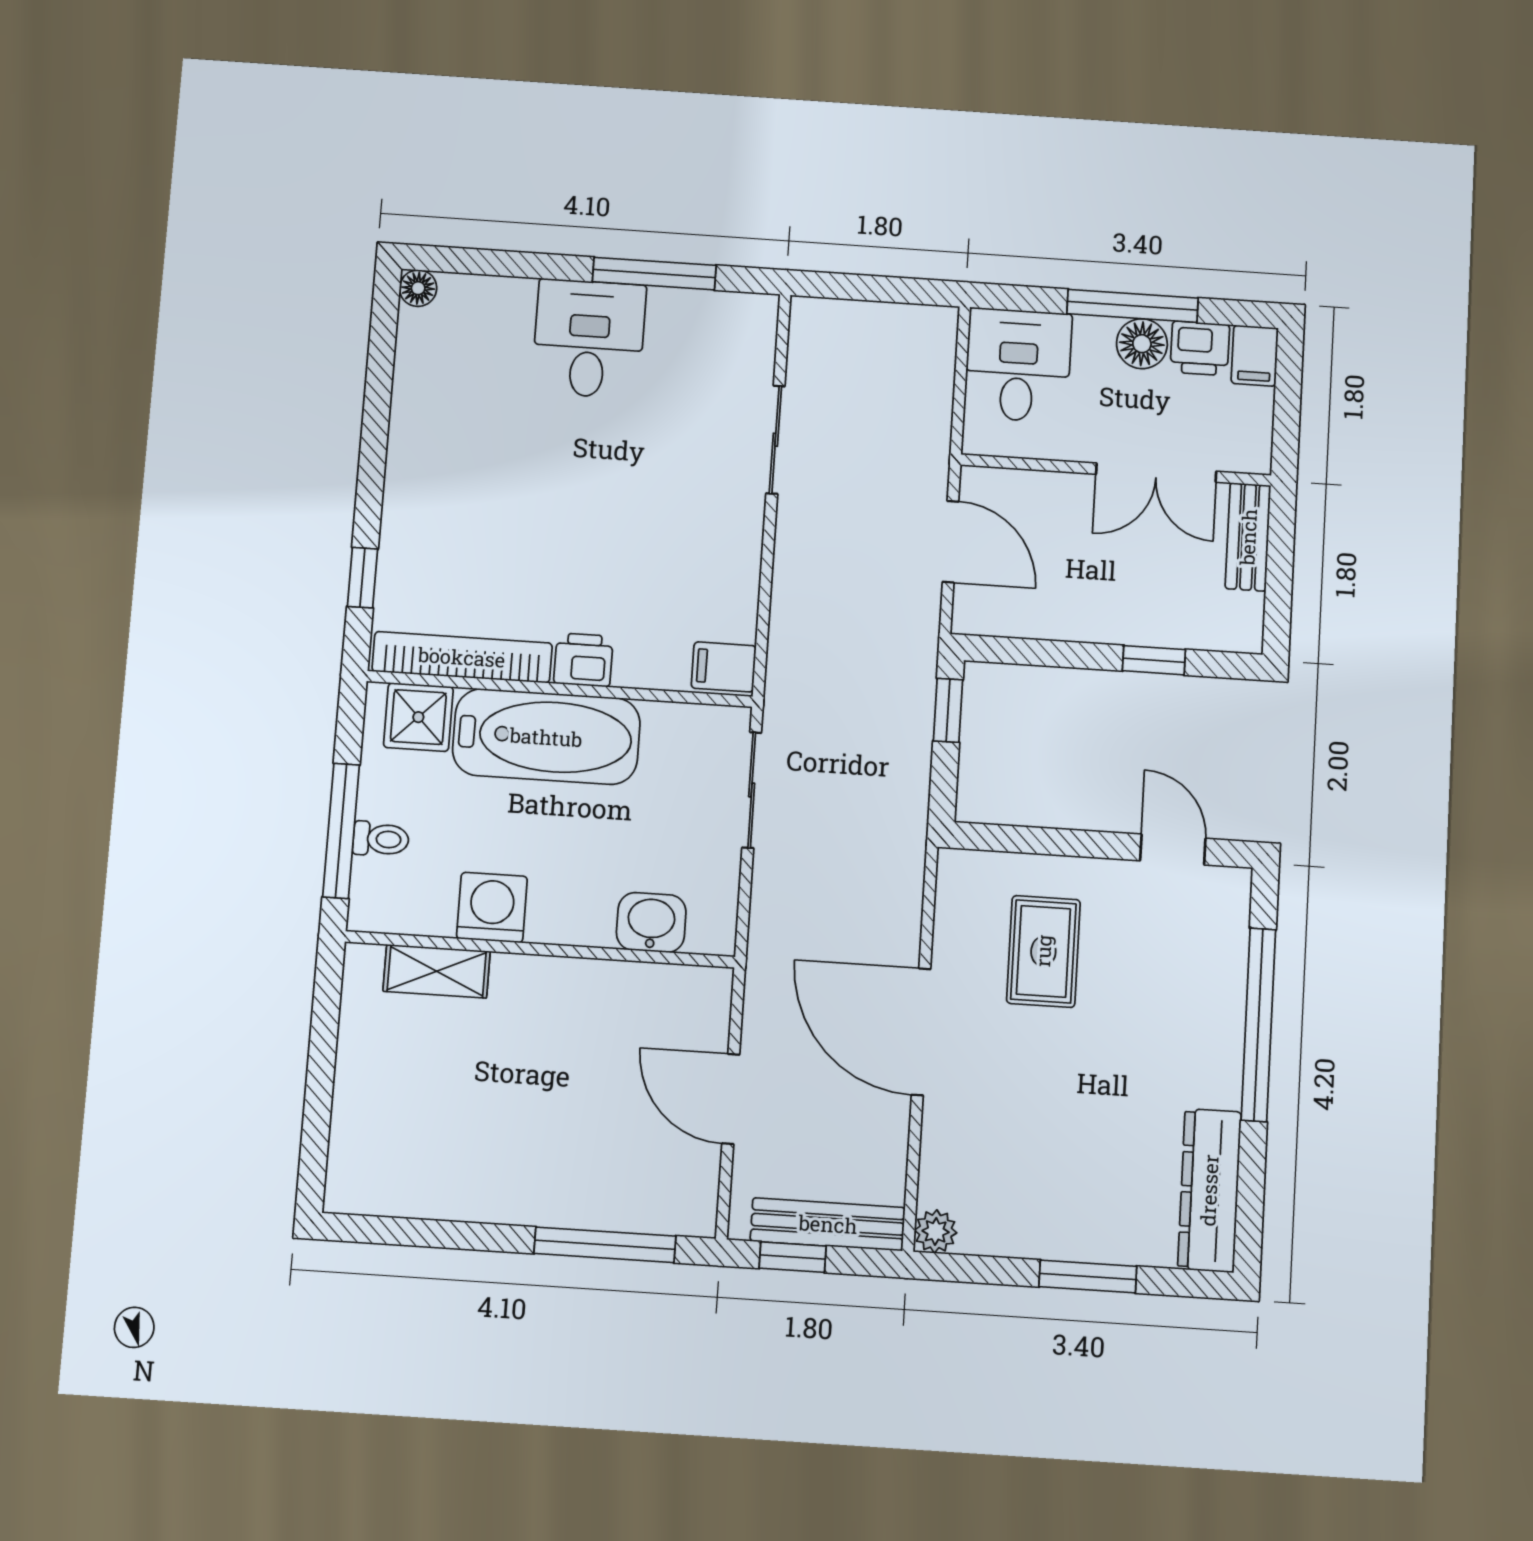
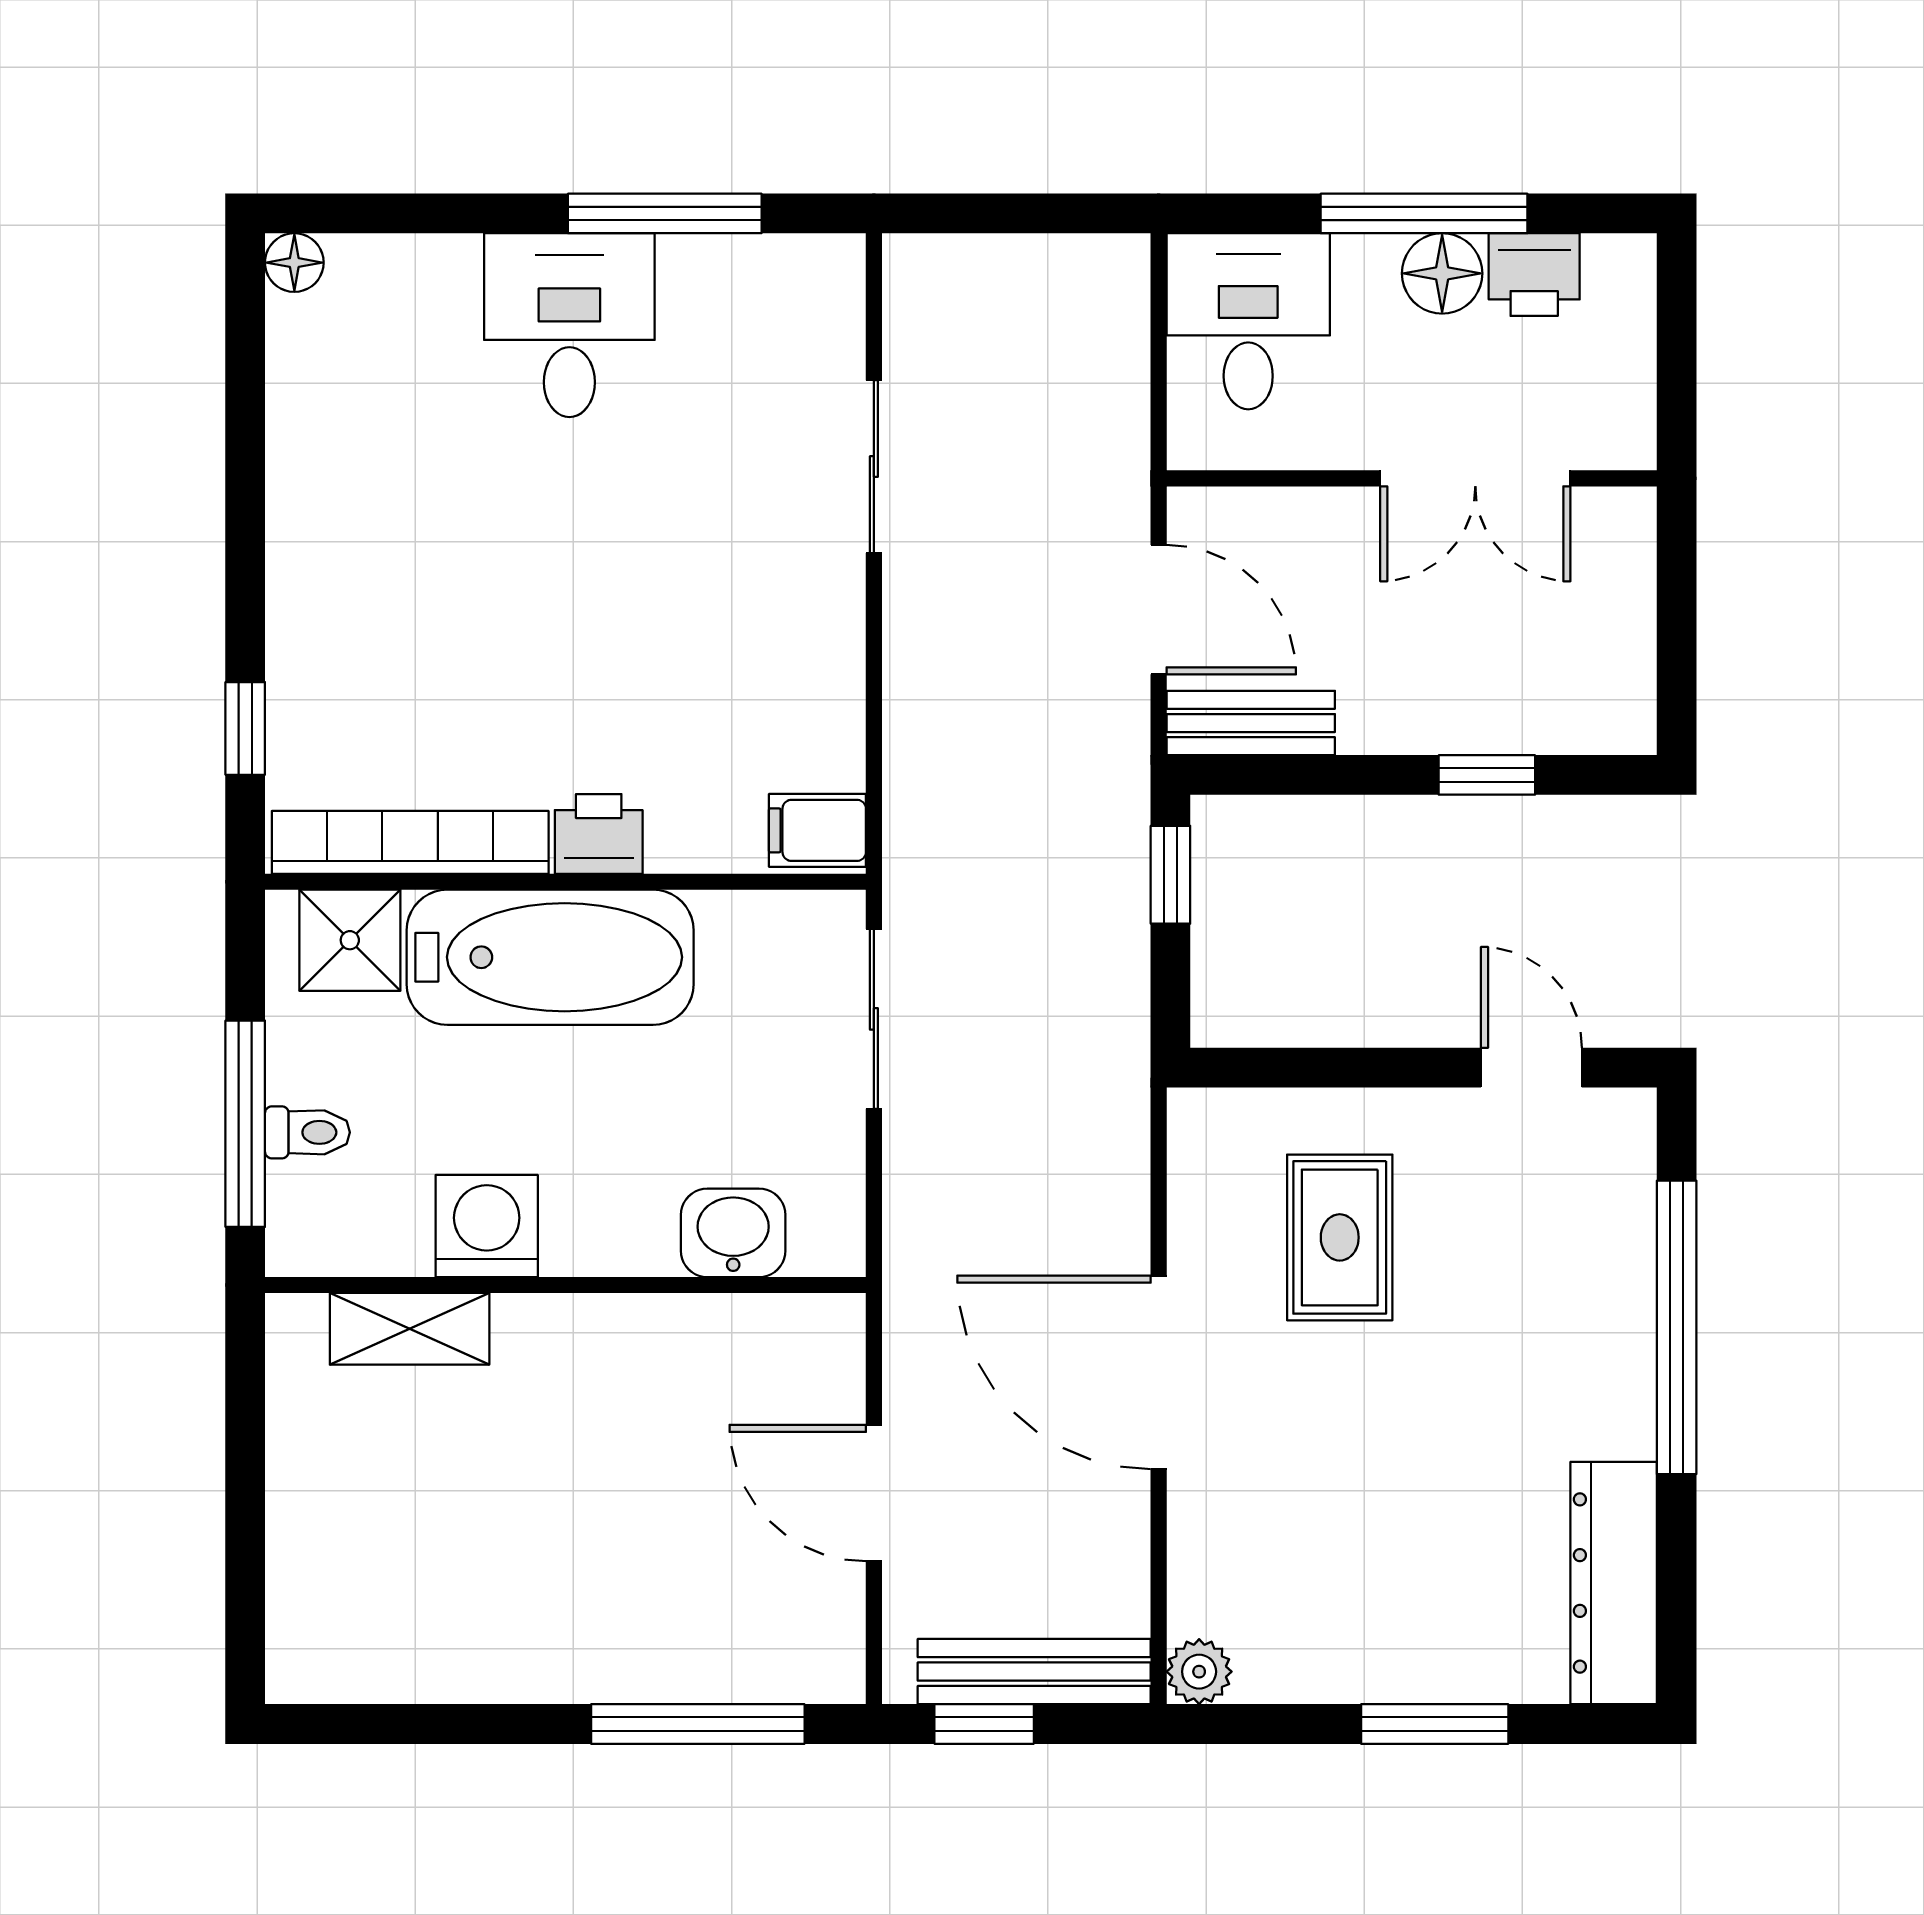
filing cabinet: (1255, 356) -> (1621, 280), removed
bench: (1248, 537) -> (1251, 723), moved, turned 90

